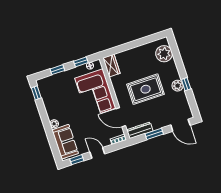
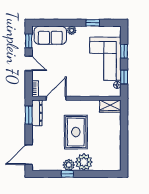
plant: (164, 54) -> (84, 162), moved
window: (36, 93) -> (93, 23), moved
corner sofa: (95, 93) -> (105, 59), moved, turned -90
window: (154, 134) -> (29, 115), moved
door: (97, 153) -> (29, 63), hinge flipped

